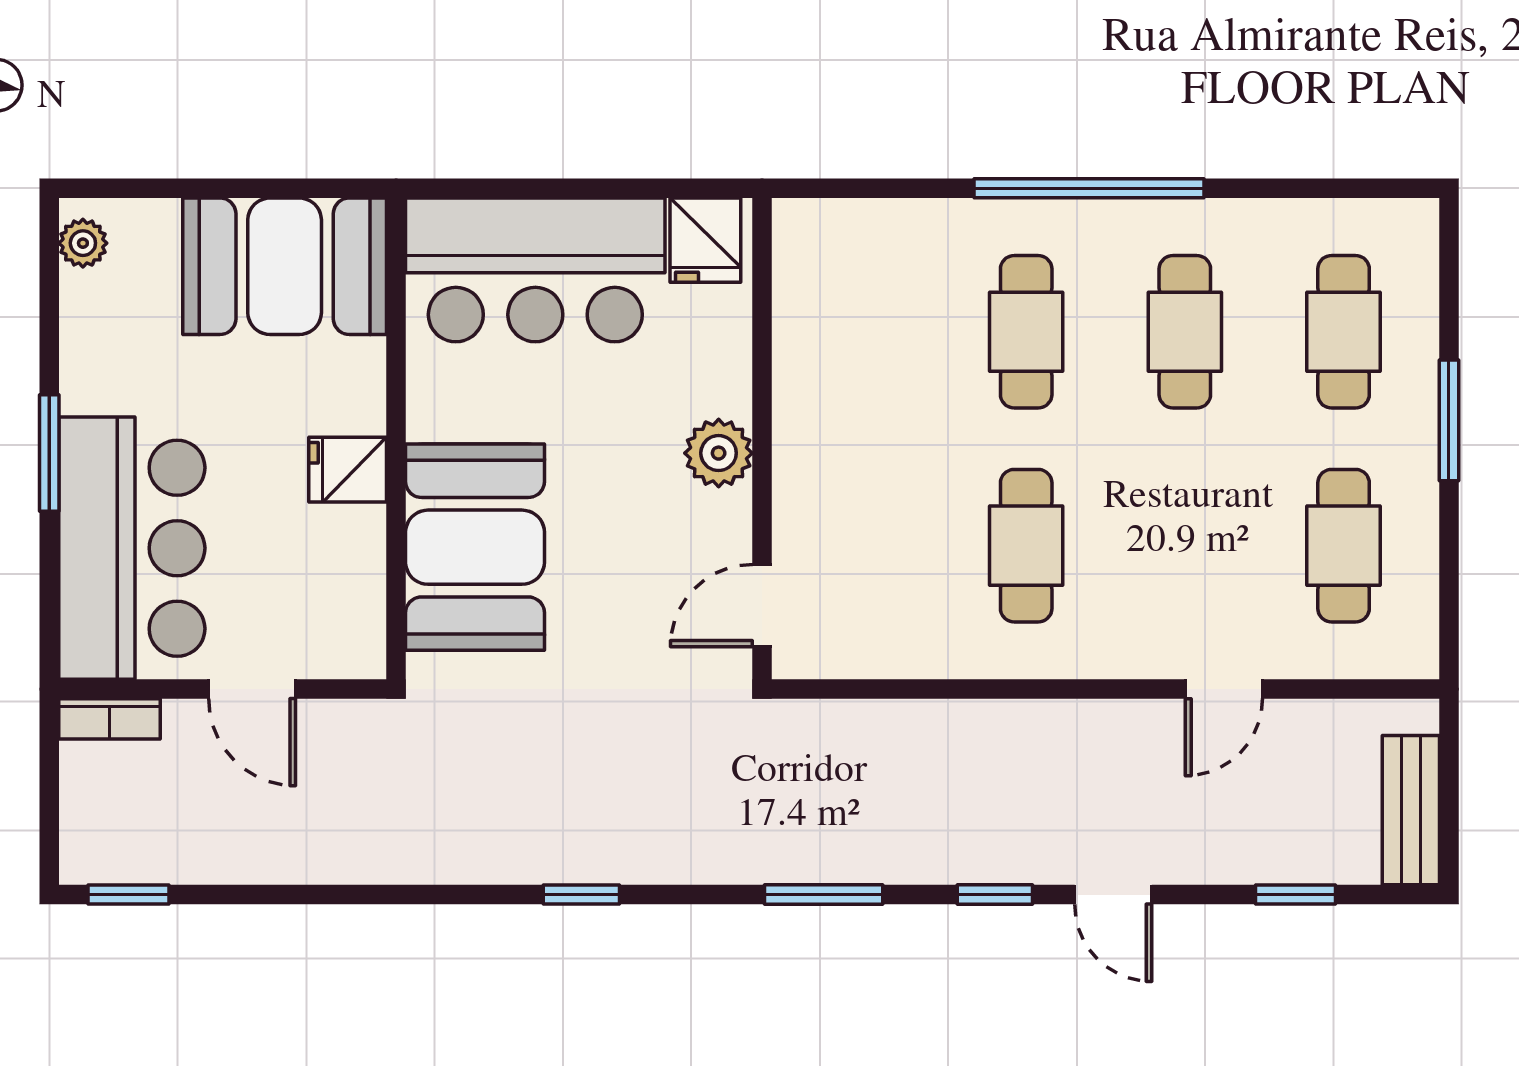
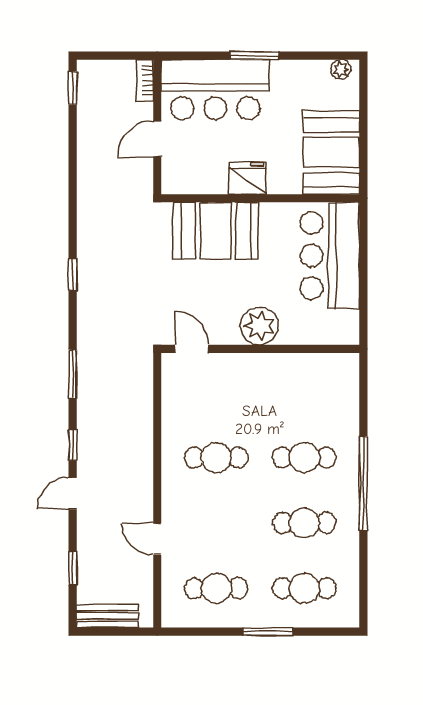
fridge: (705, 240) -> (342, 326), removed
plant: (719, 453) -> (259, 326), width x1.36, depth x1.36
fridge: (348, 470) -> (248, 178), width x1.38

